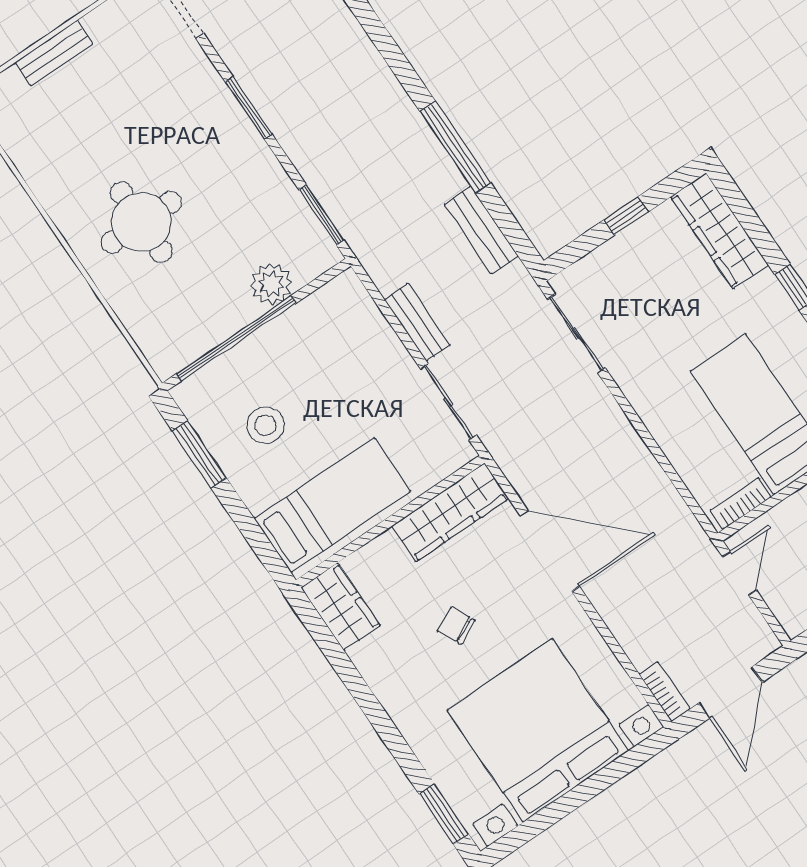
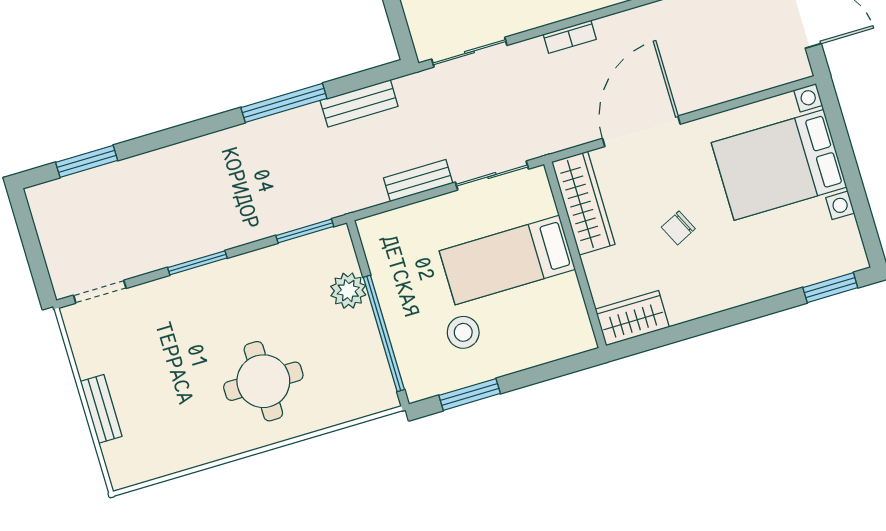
bed: (333, 505) -> (507, 260), moved, turned -90
bookcase: (665, 692) -> (570, 37), moved, turned 180
bed with nightstands: (538, 730) -> (779, 165), width x0.73

